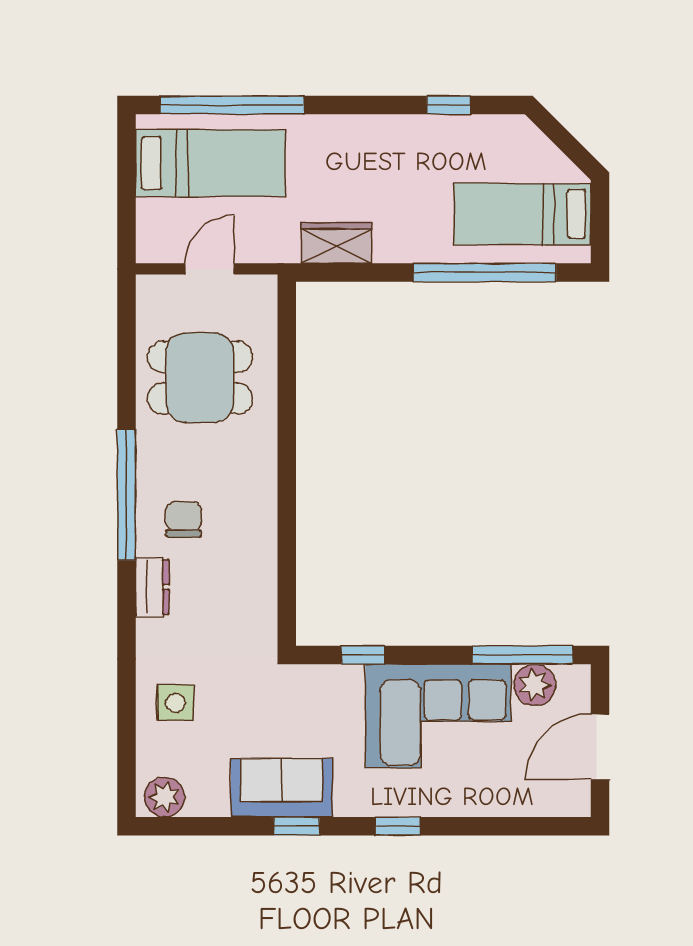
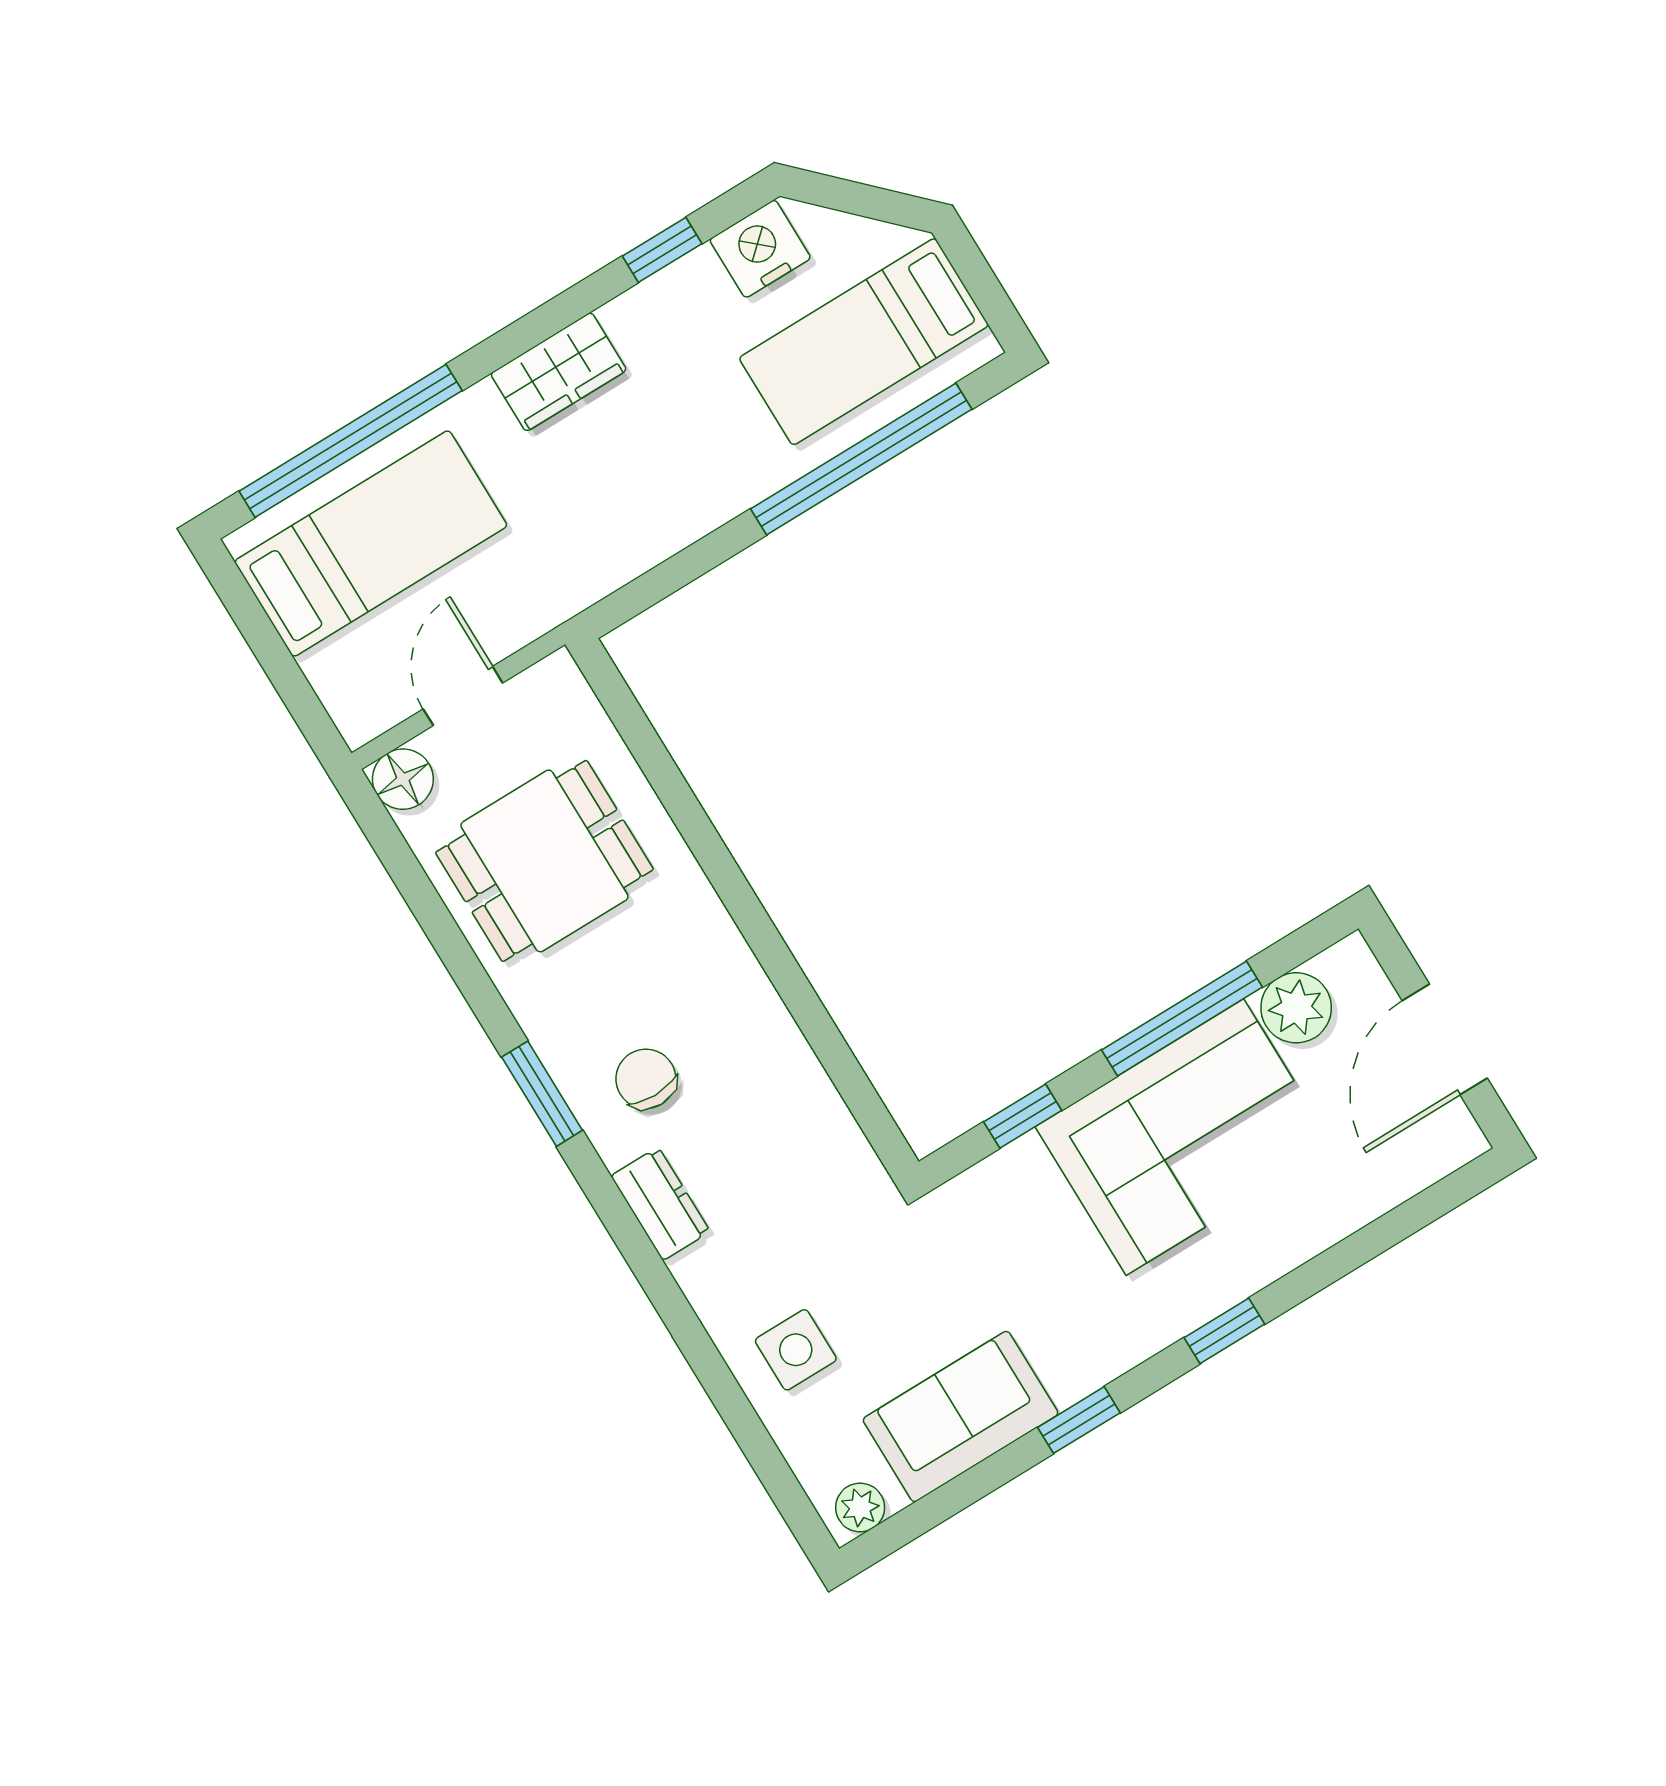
nightstand: (499, 135) -> (760, 249), added
wardrobe: (337, 243) -> (559, 372), moved, turned 180
floor lamp: (154, 292) -> (403, 779), added
window: (126, 495) -> (542, 1094), width x0.47
window: (522, 655) -> (1182, 1019), moved
sofa: (282, 788) -> (961, 1417), moved
plant: (164, 797) -> (860, 1508), width x0.73, depth x0.73

